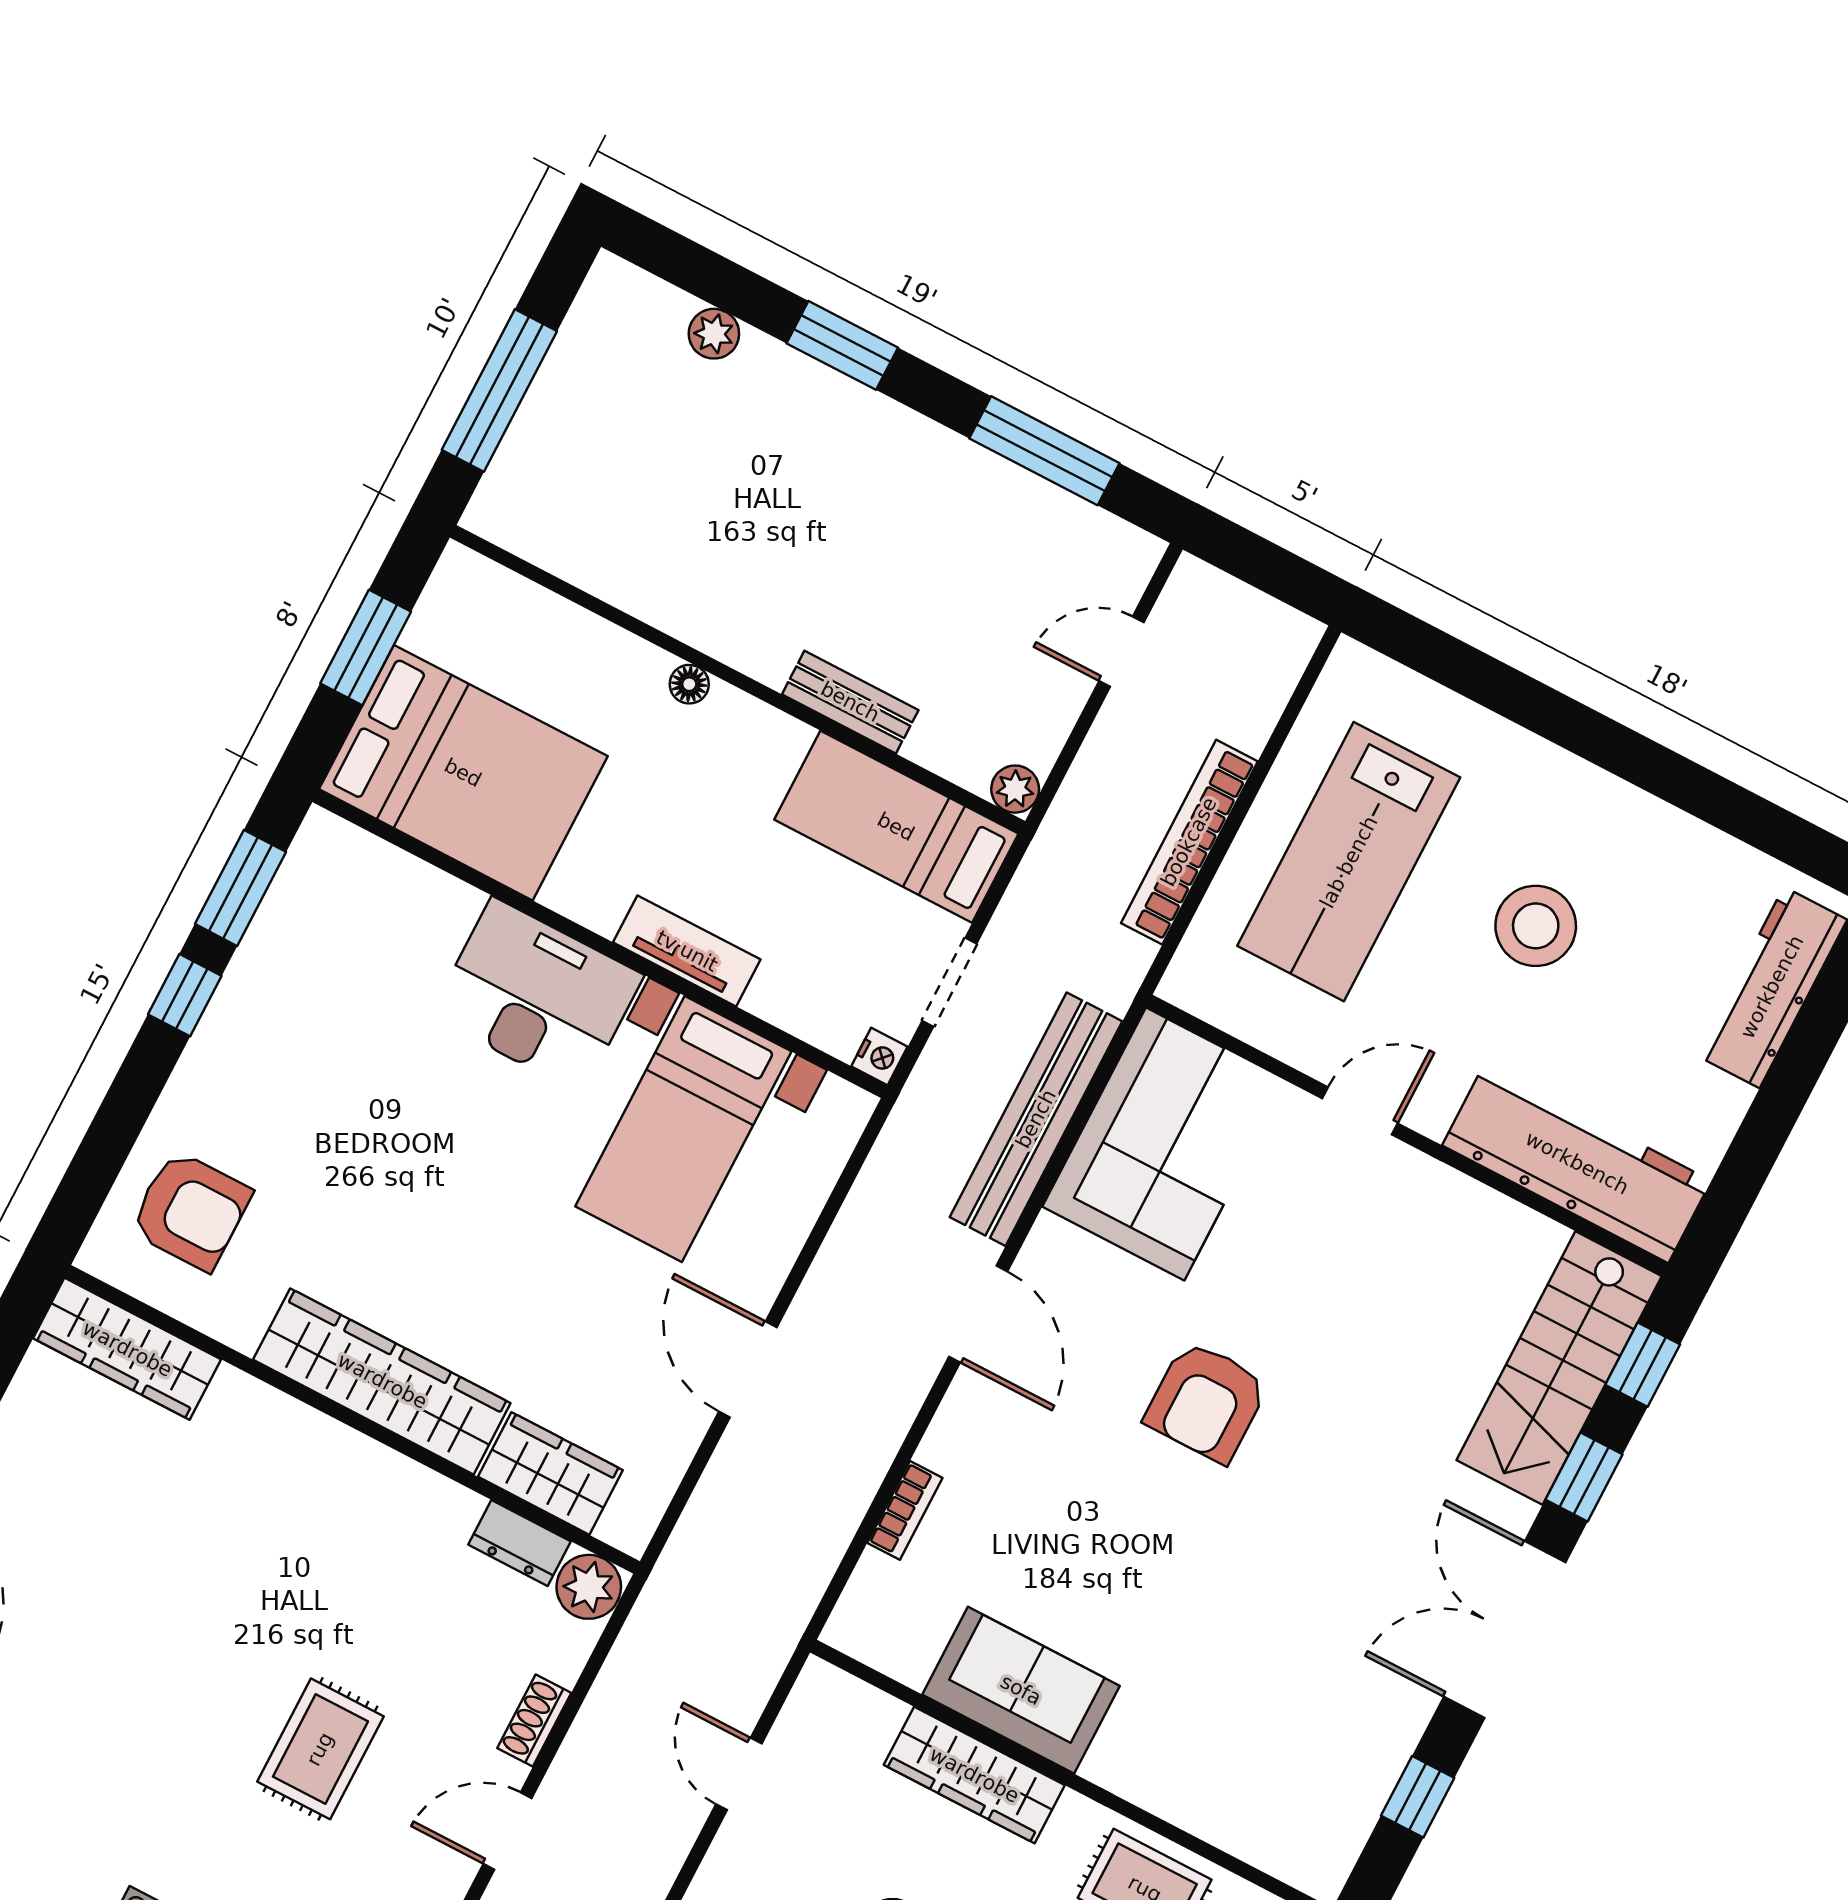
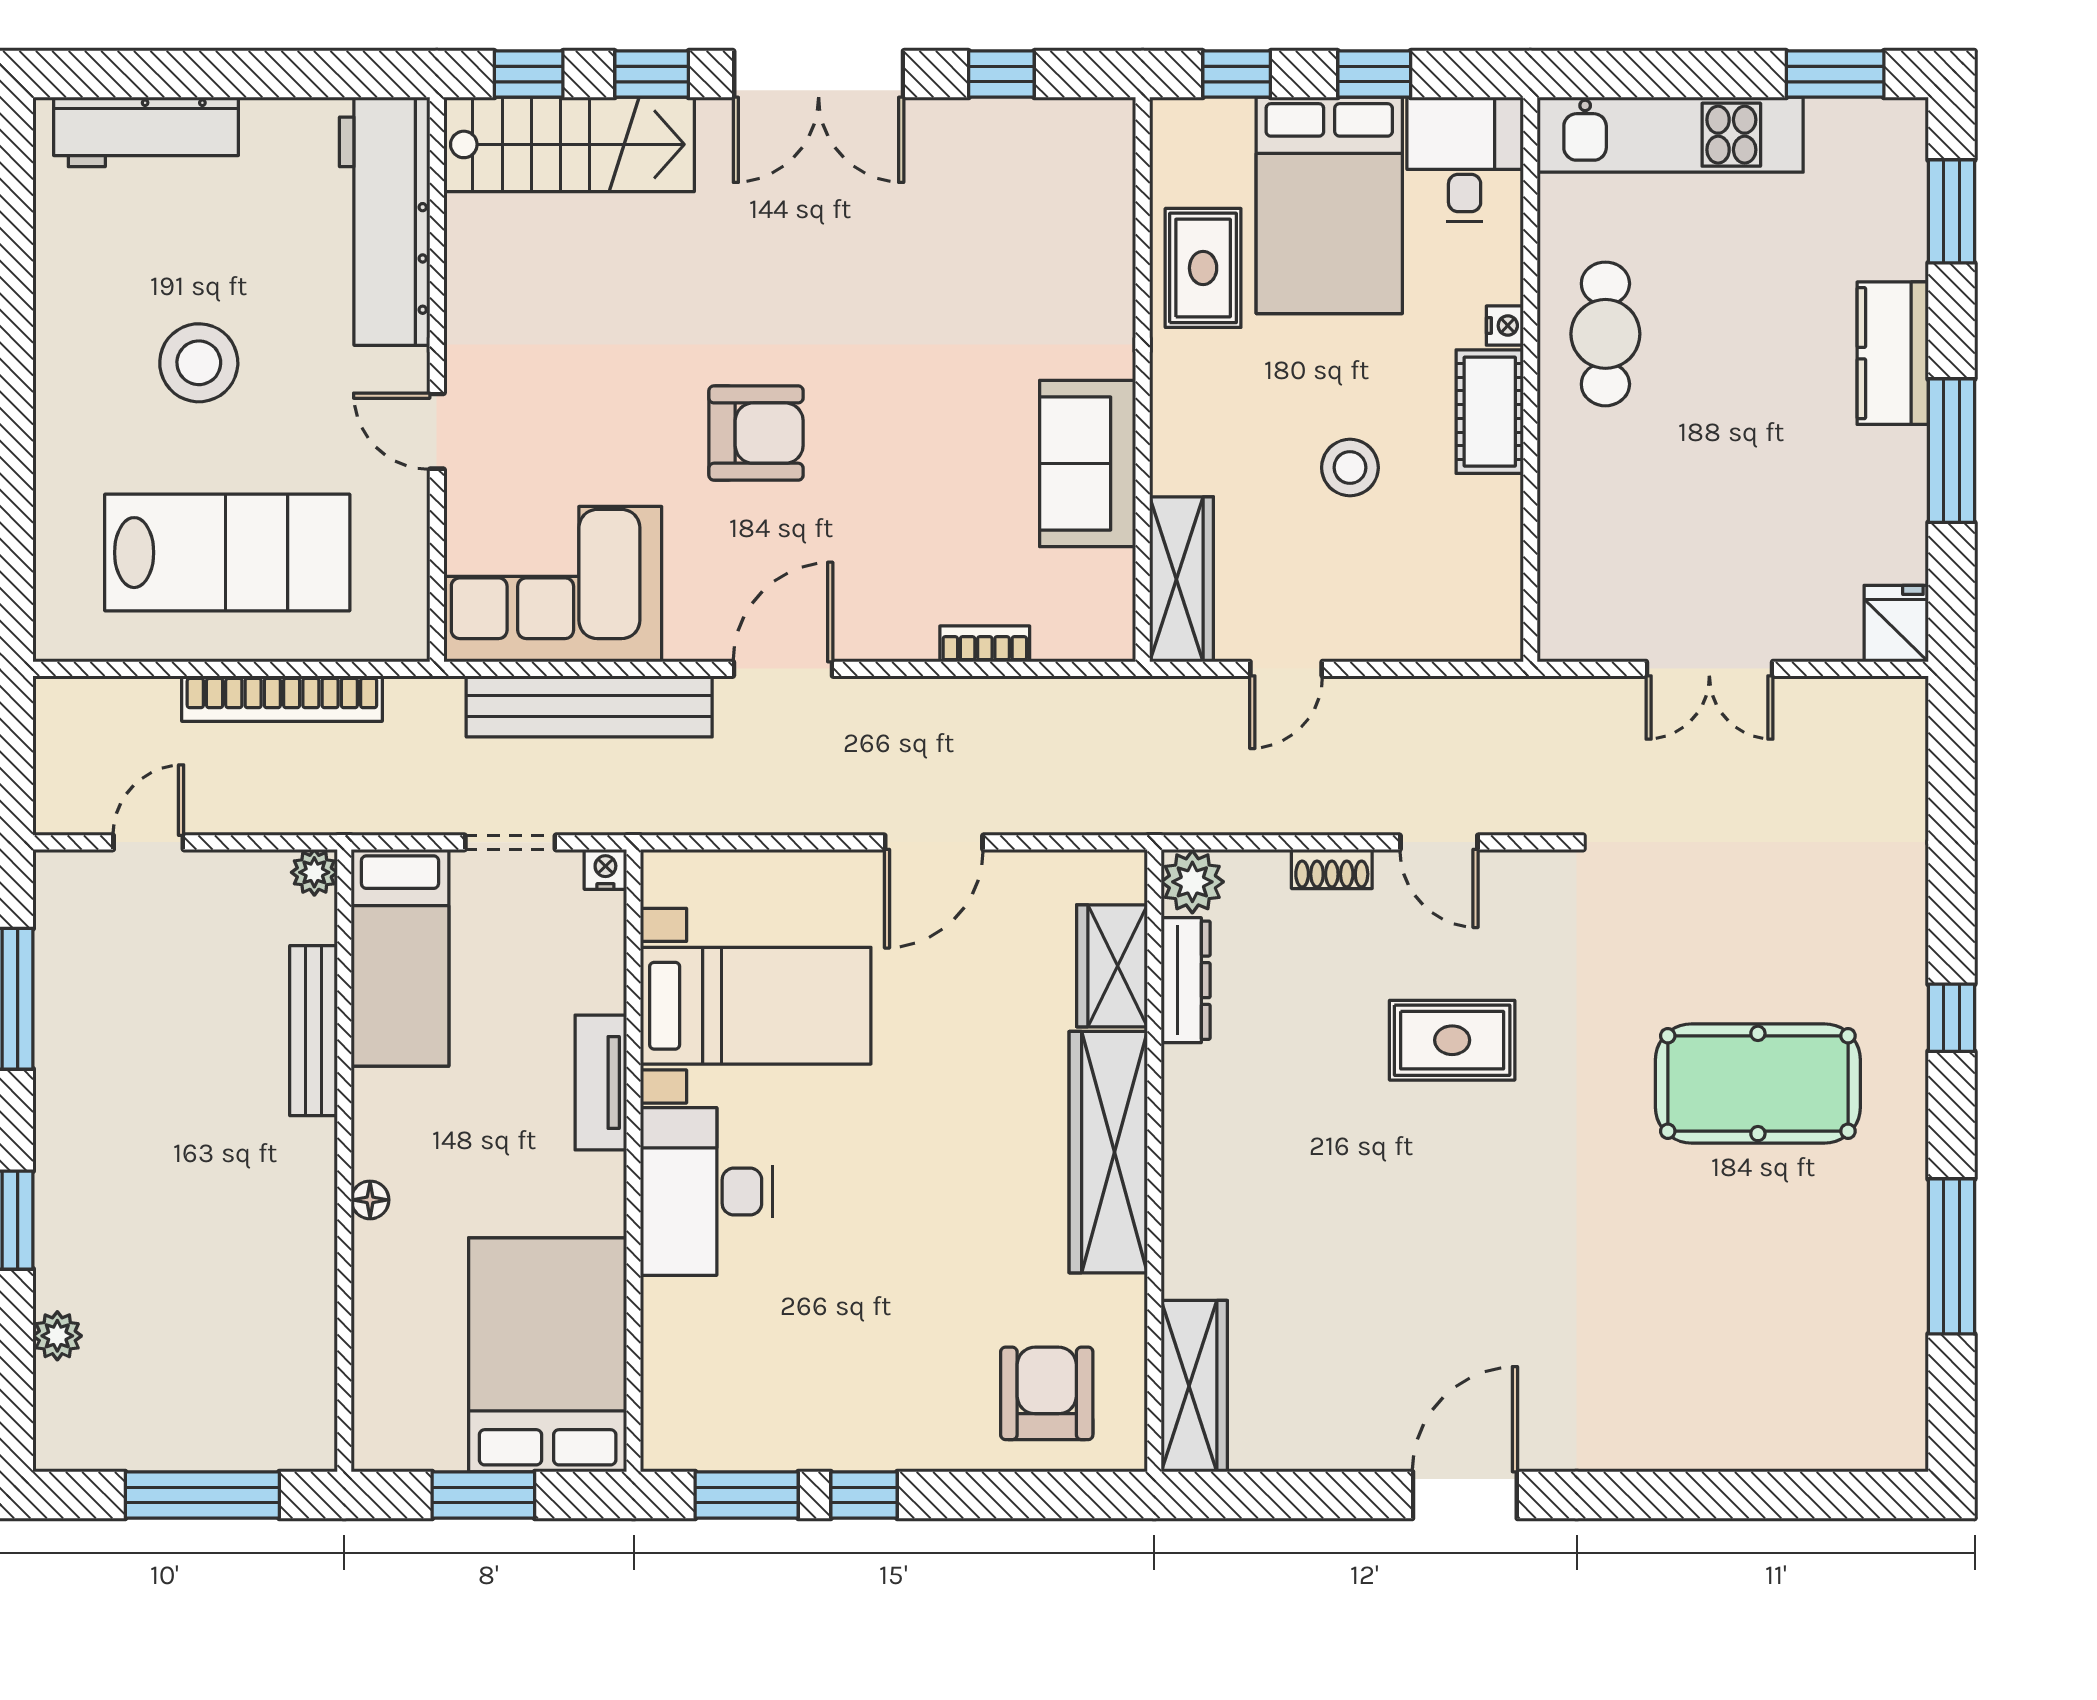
door: (1121, 652) -> (148, 842), swing flipped
bench: (850, 702) -> (313, 1031), width x1.36
dresser: (519, 1543) -> (1186, 980), width x1.44
wardrobe: (974, 1775) -> (1181, 579), moved

